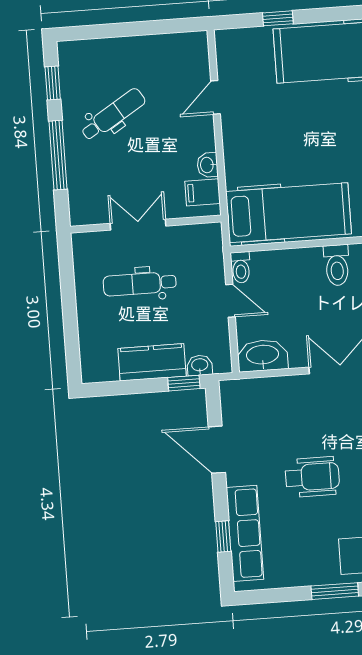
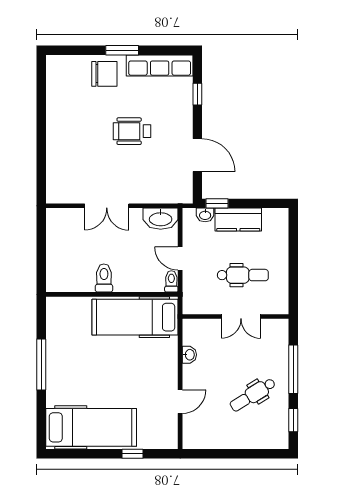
filing cabinet: (203, 192) -> (194, 336), removed
row of seats: (245, 533) -> (160, 66), moved, turned -90

